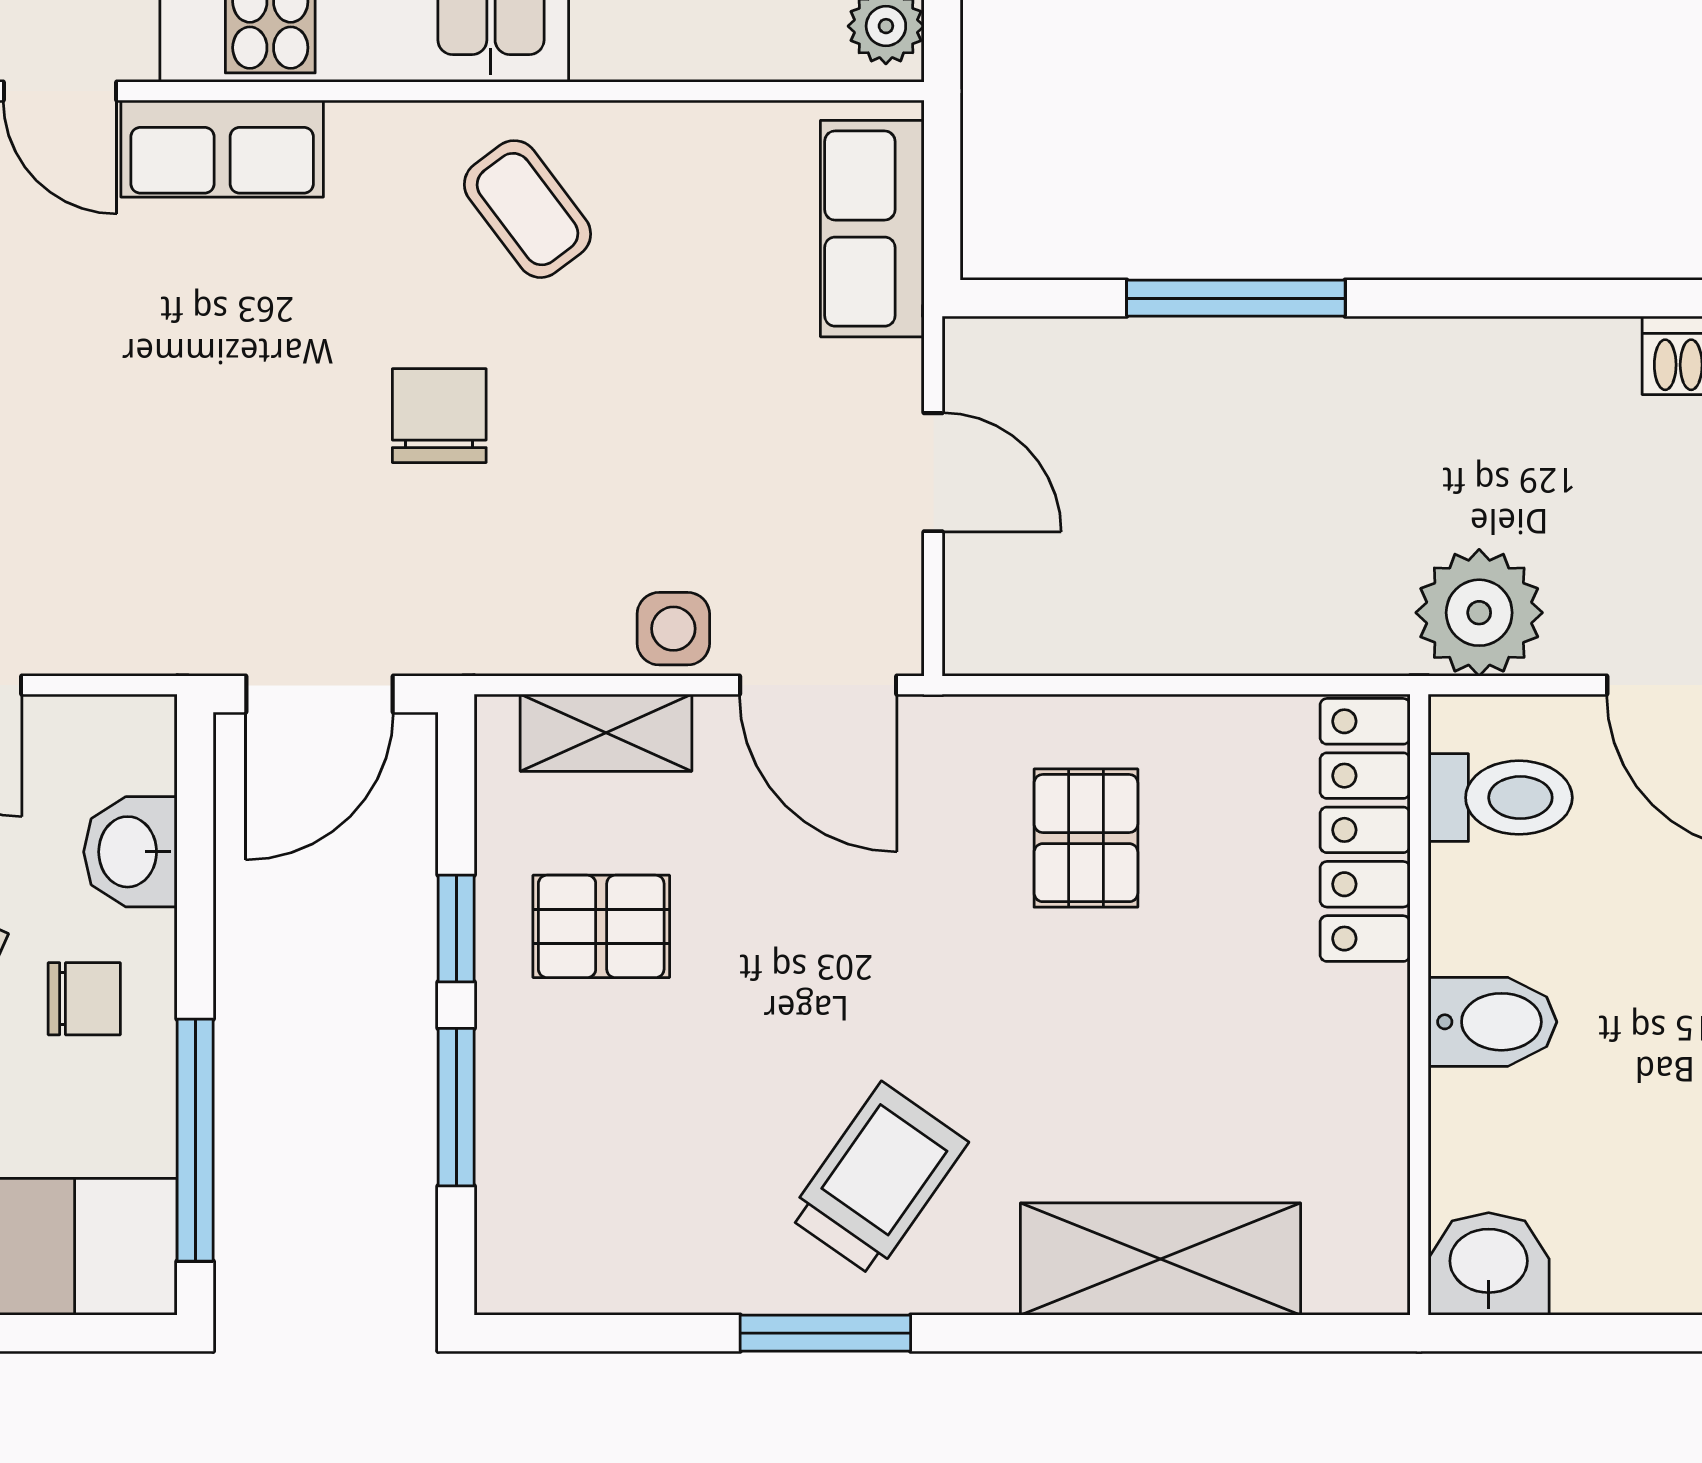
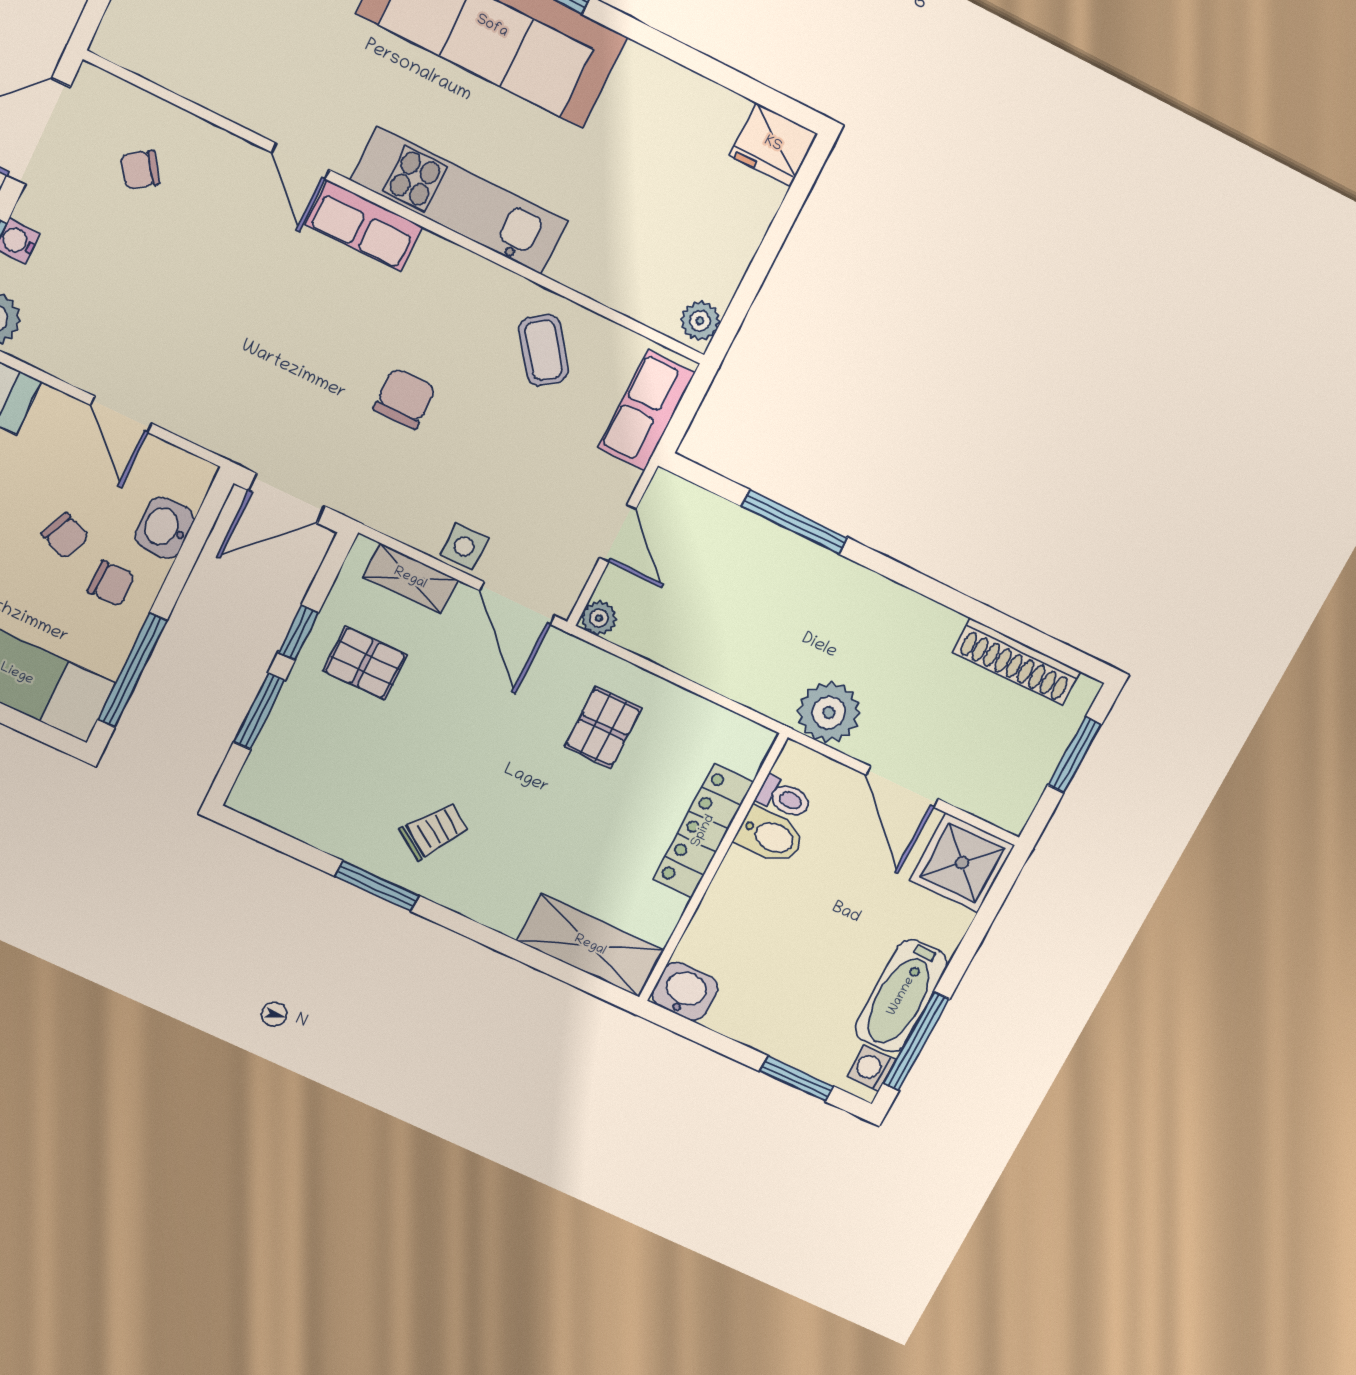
coffee table: (527, 209) -> (544, 350), moved
plant: (977, 641) -> (599, 618), added
toilet: (1500, 798) -> (784, 797), width x0.73, depth x0.72
locker: (1365, 830) -> (703, 831), moved
bidet: (1492, 1022) -> (770, 836), moved
trolley: (878, 1179) -> (434, 831), width x0.73, depth x0.72
shelving: (1160, 1259) -> (590, 945), moved

